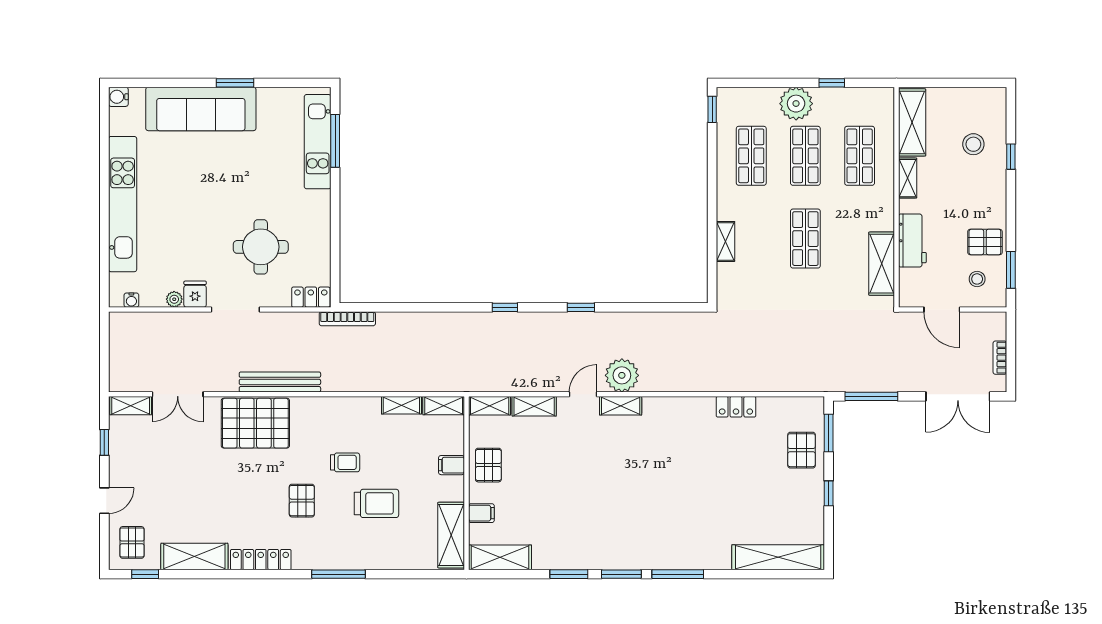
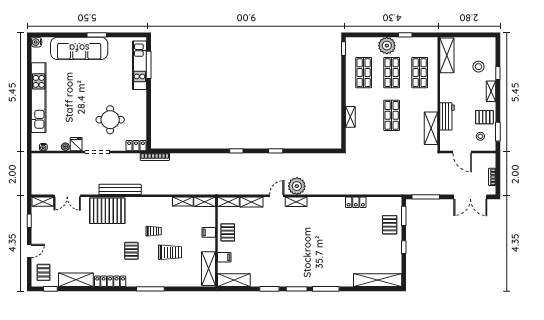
shelving: (908, 178) -> (491, 91), moved

